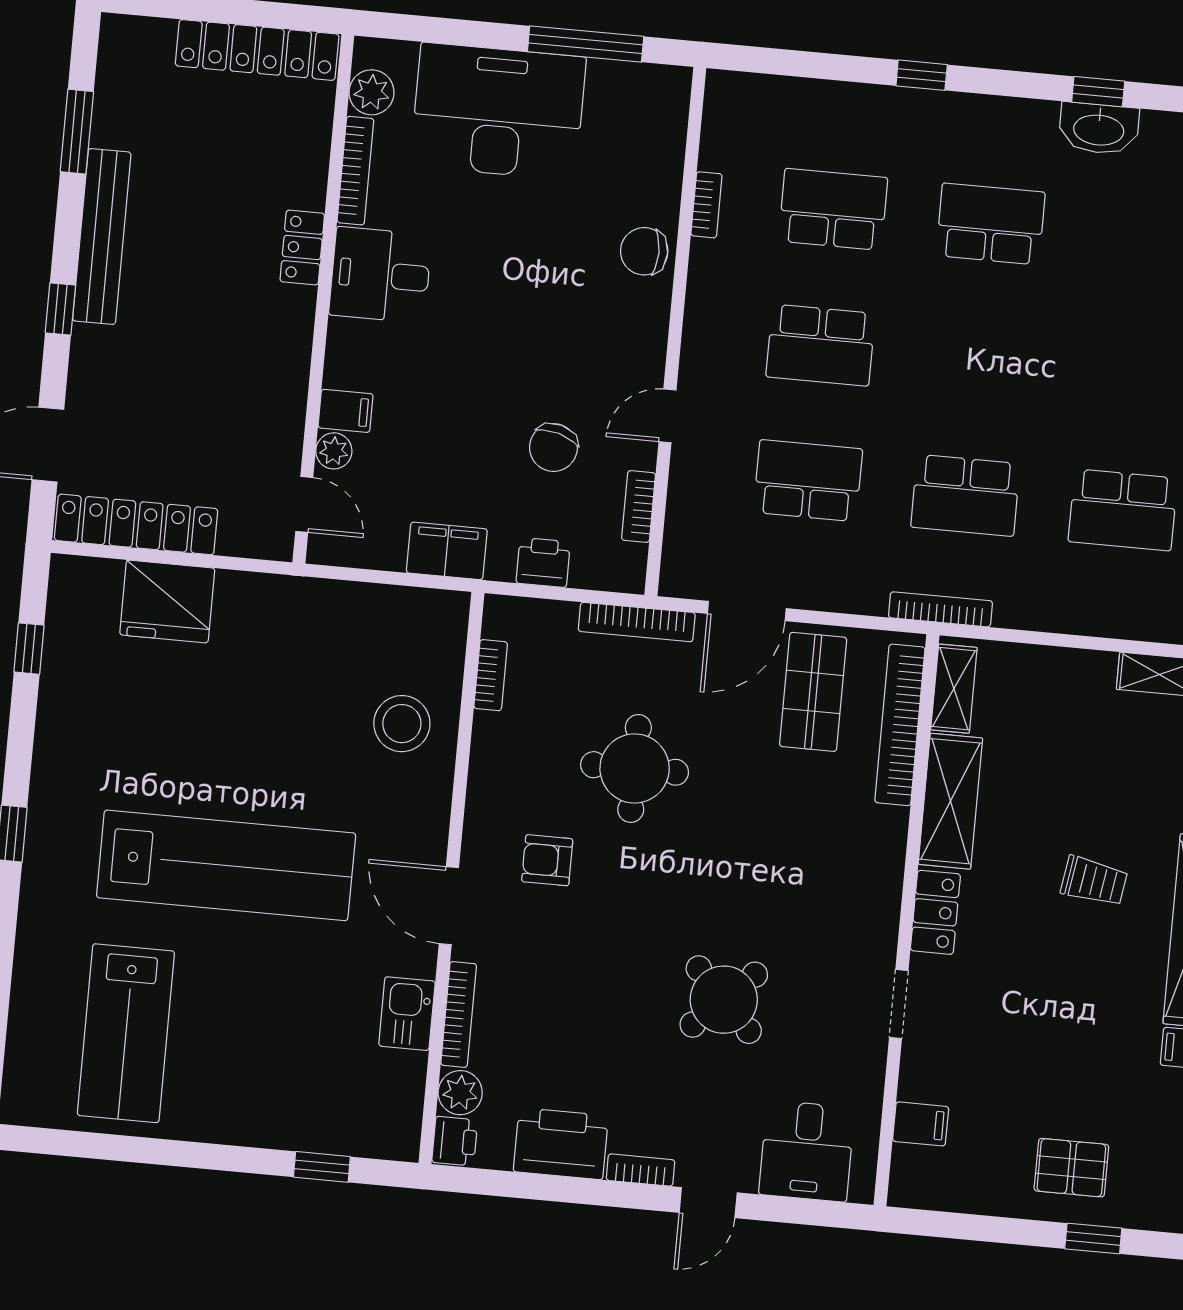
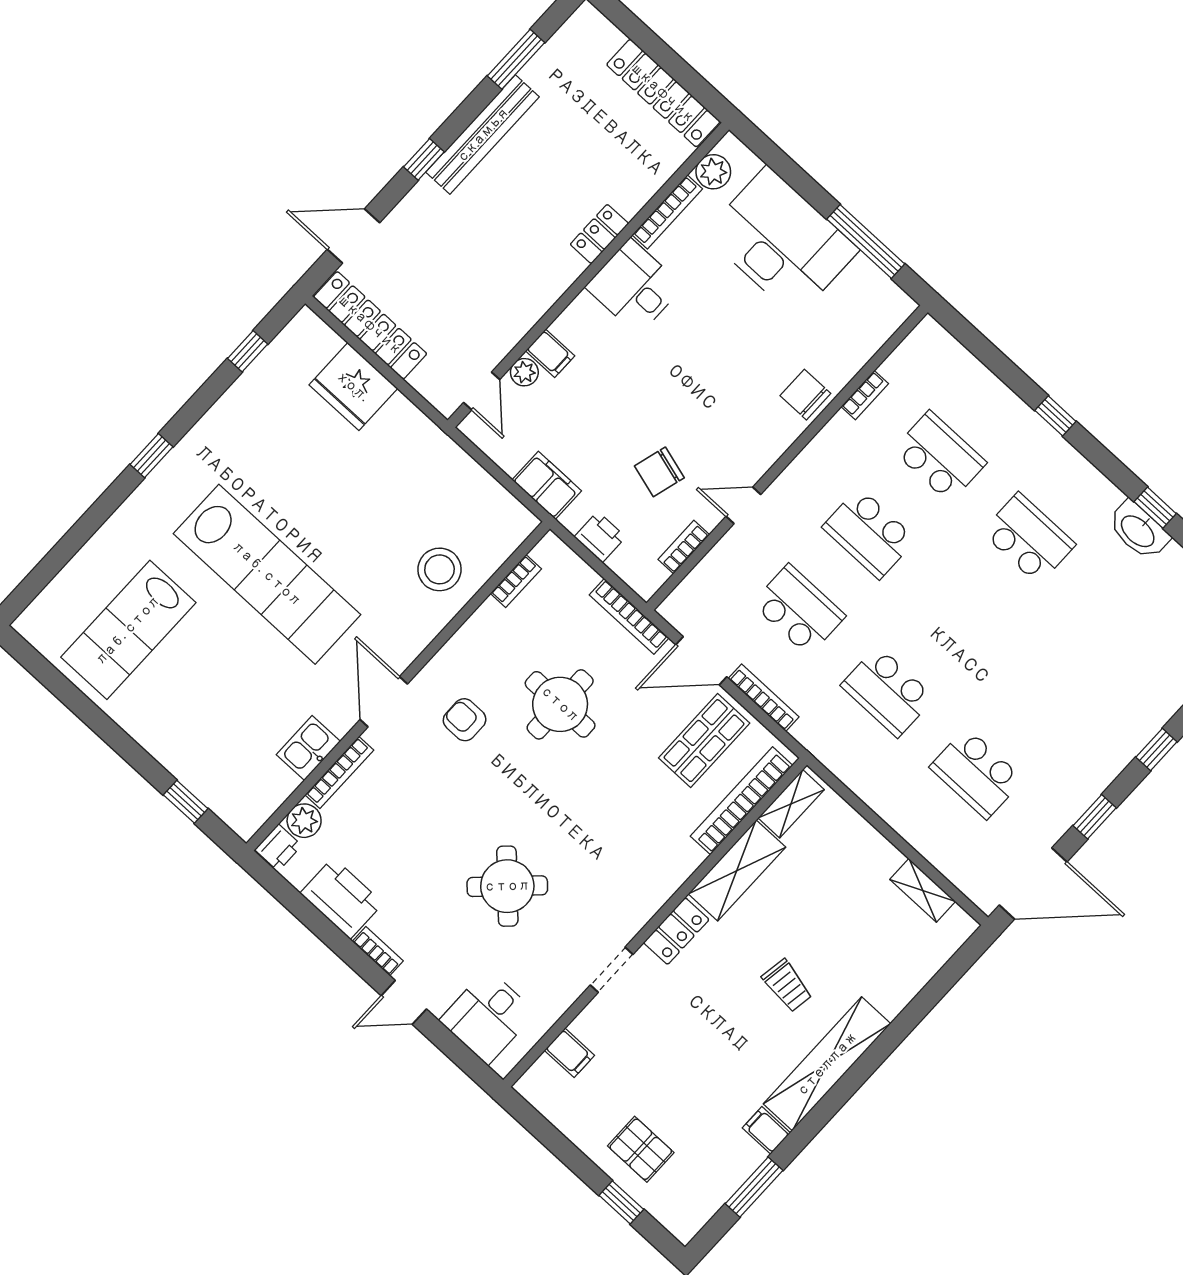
bookcase: (940, 609) -> (764, 698), moved

